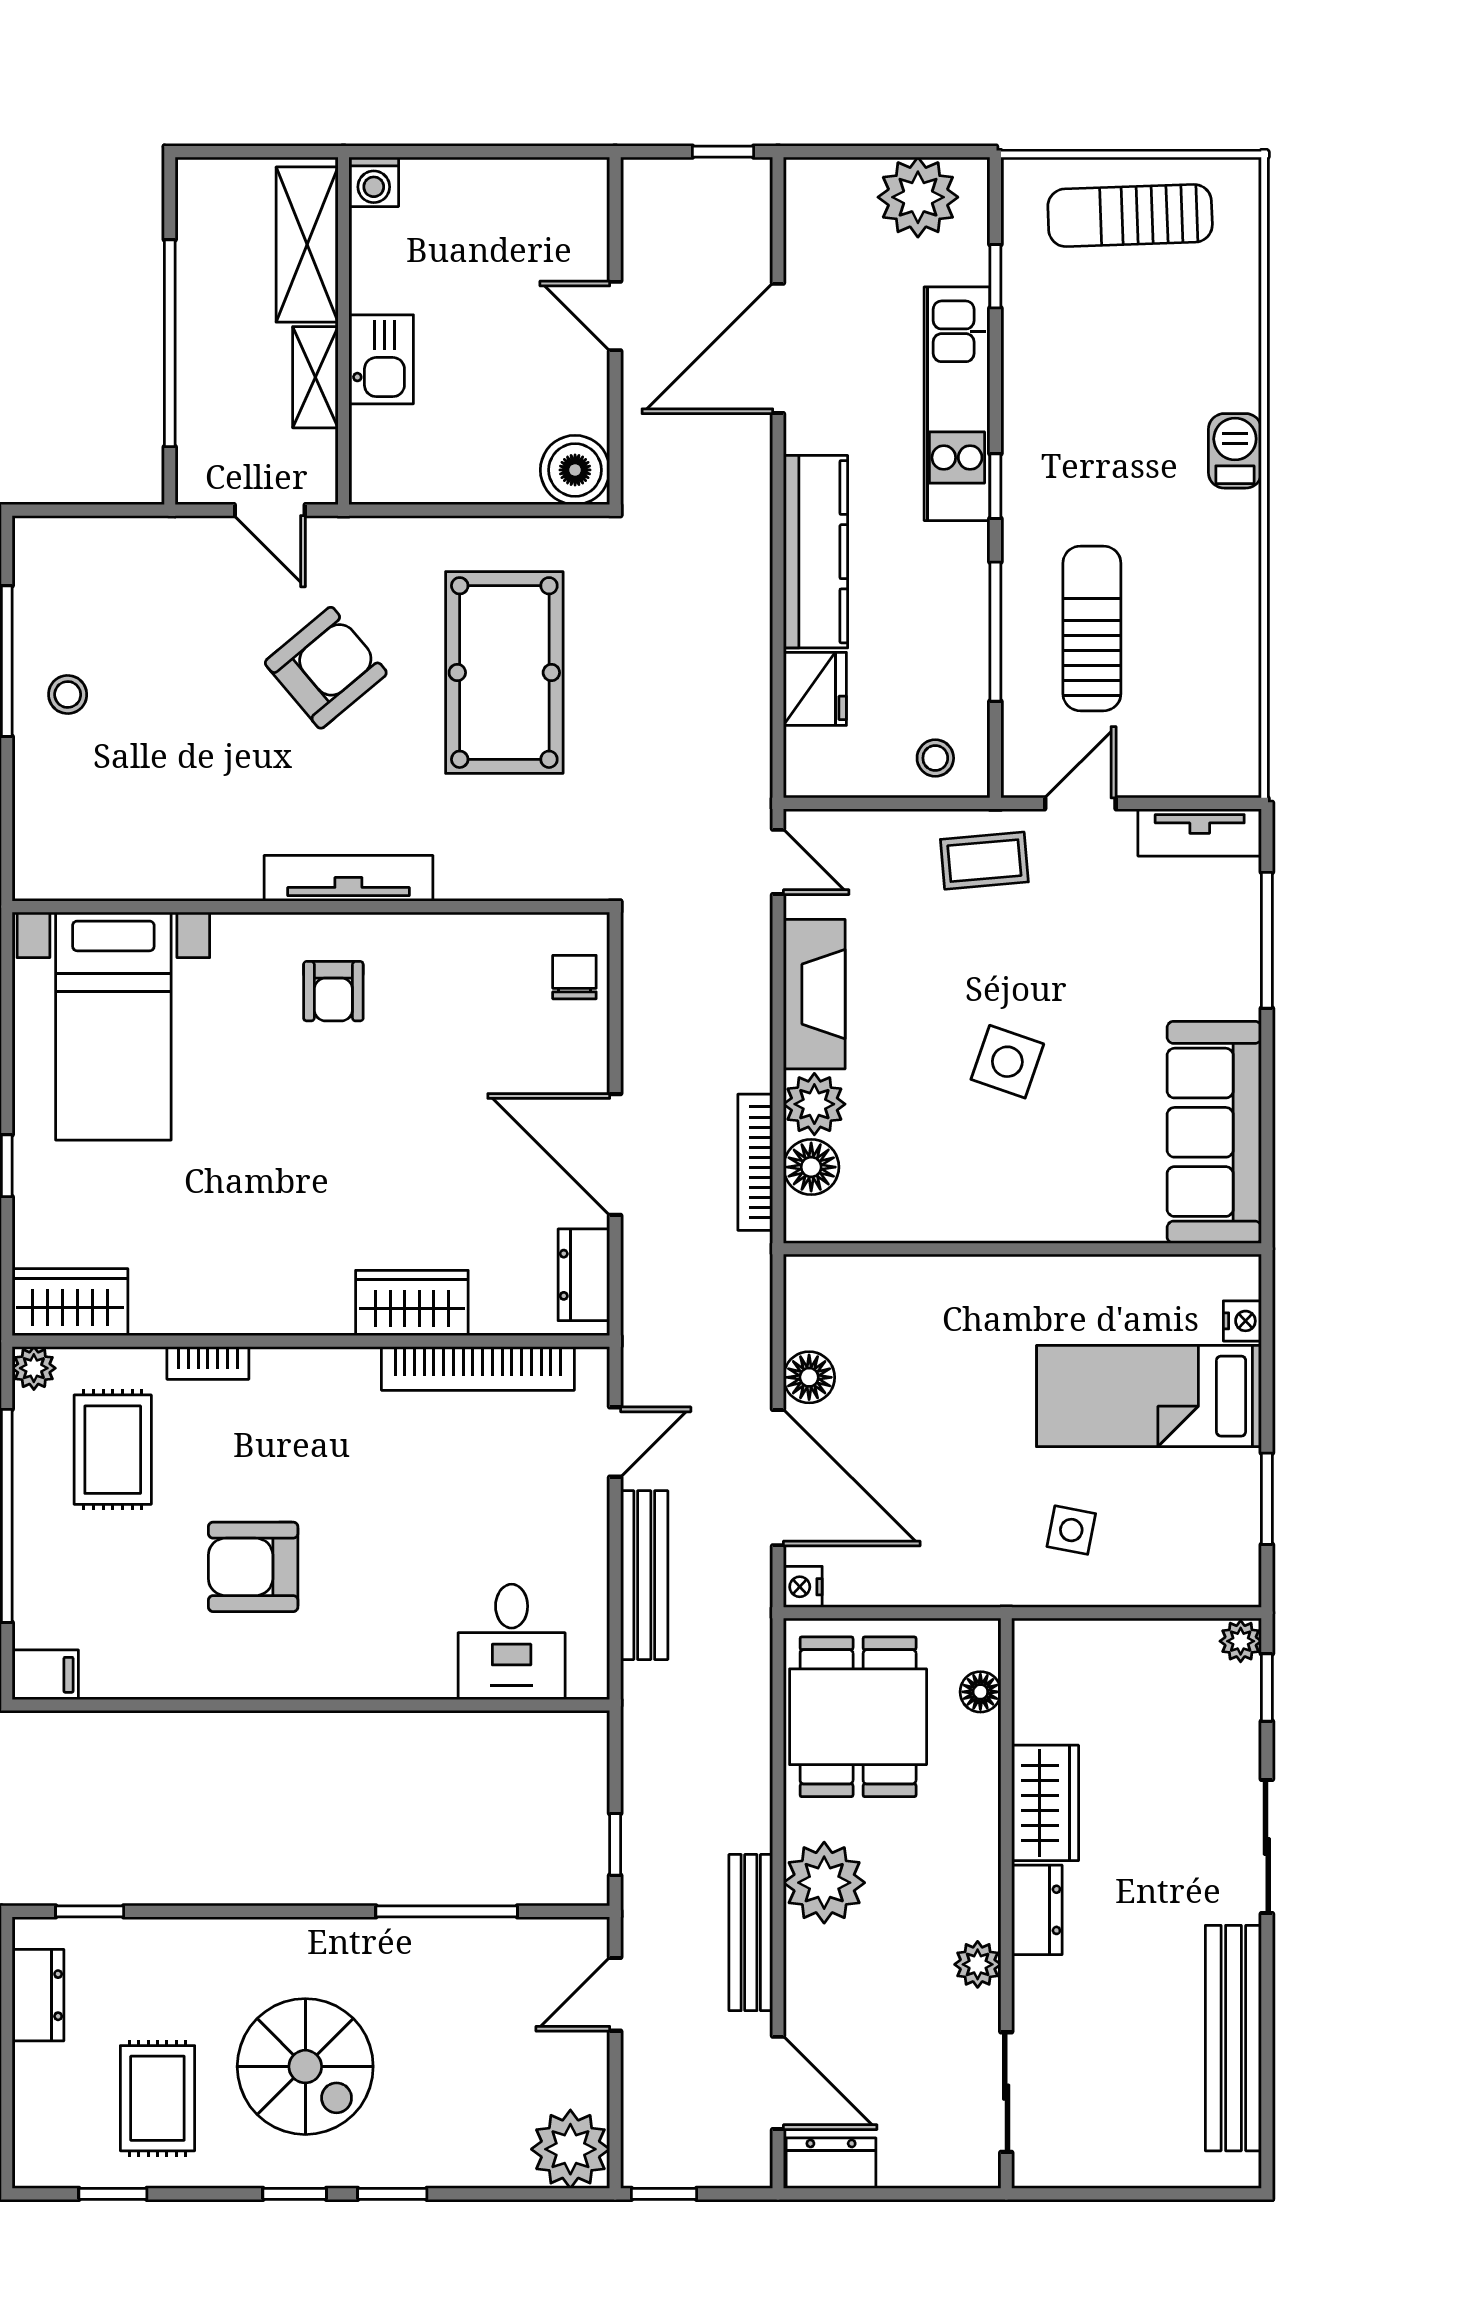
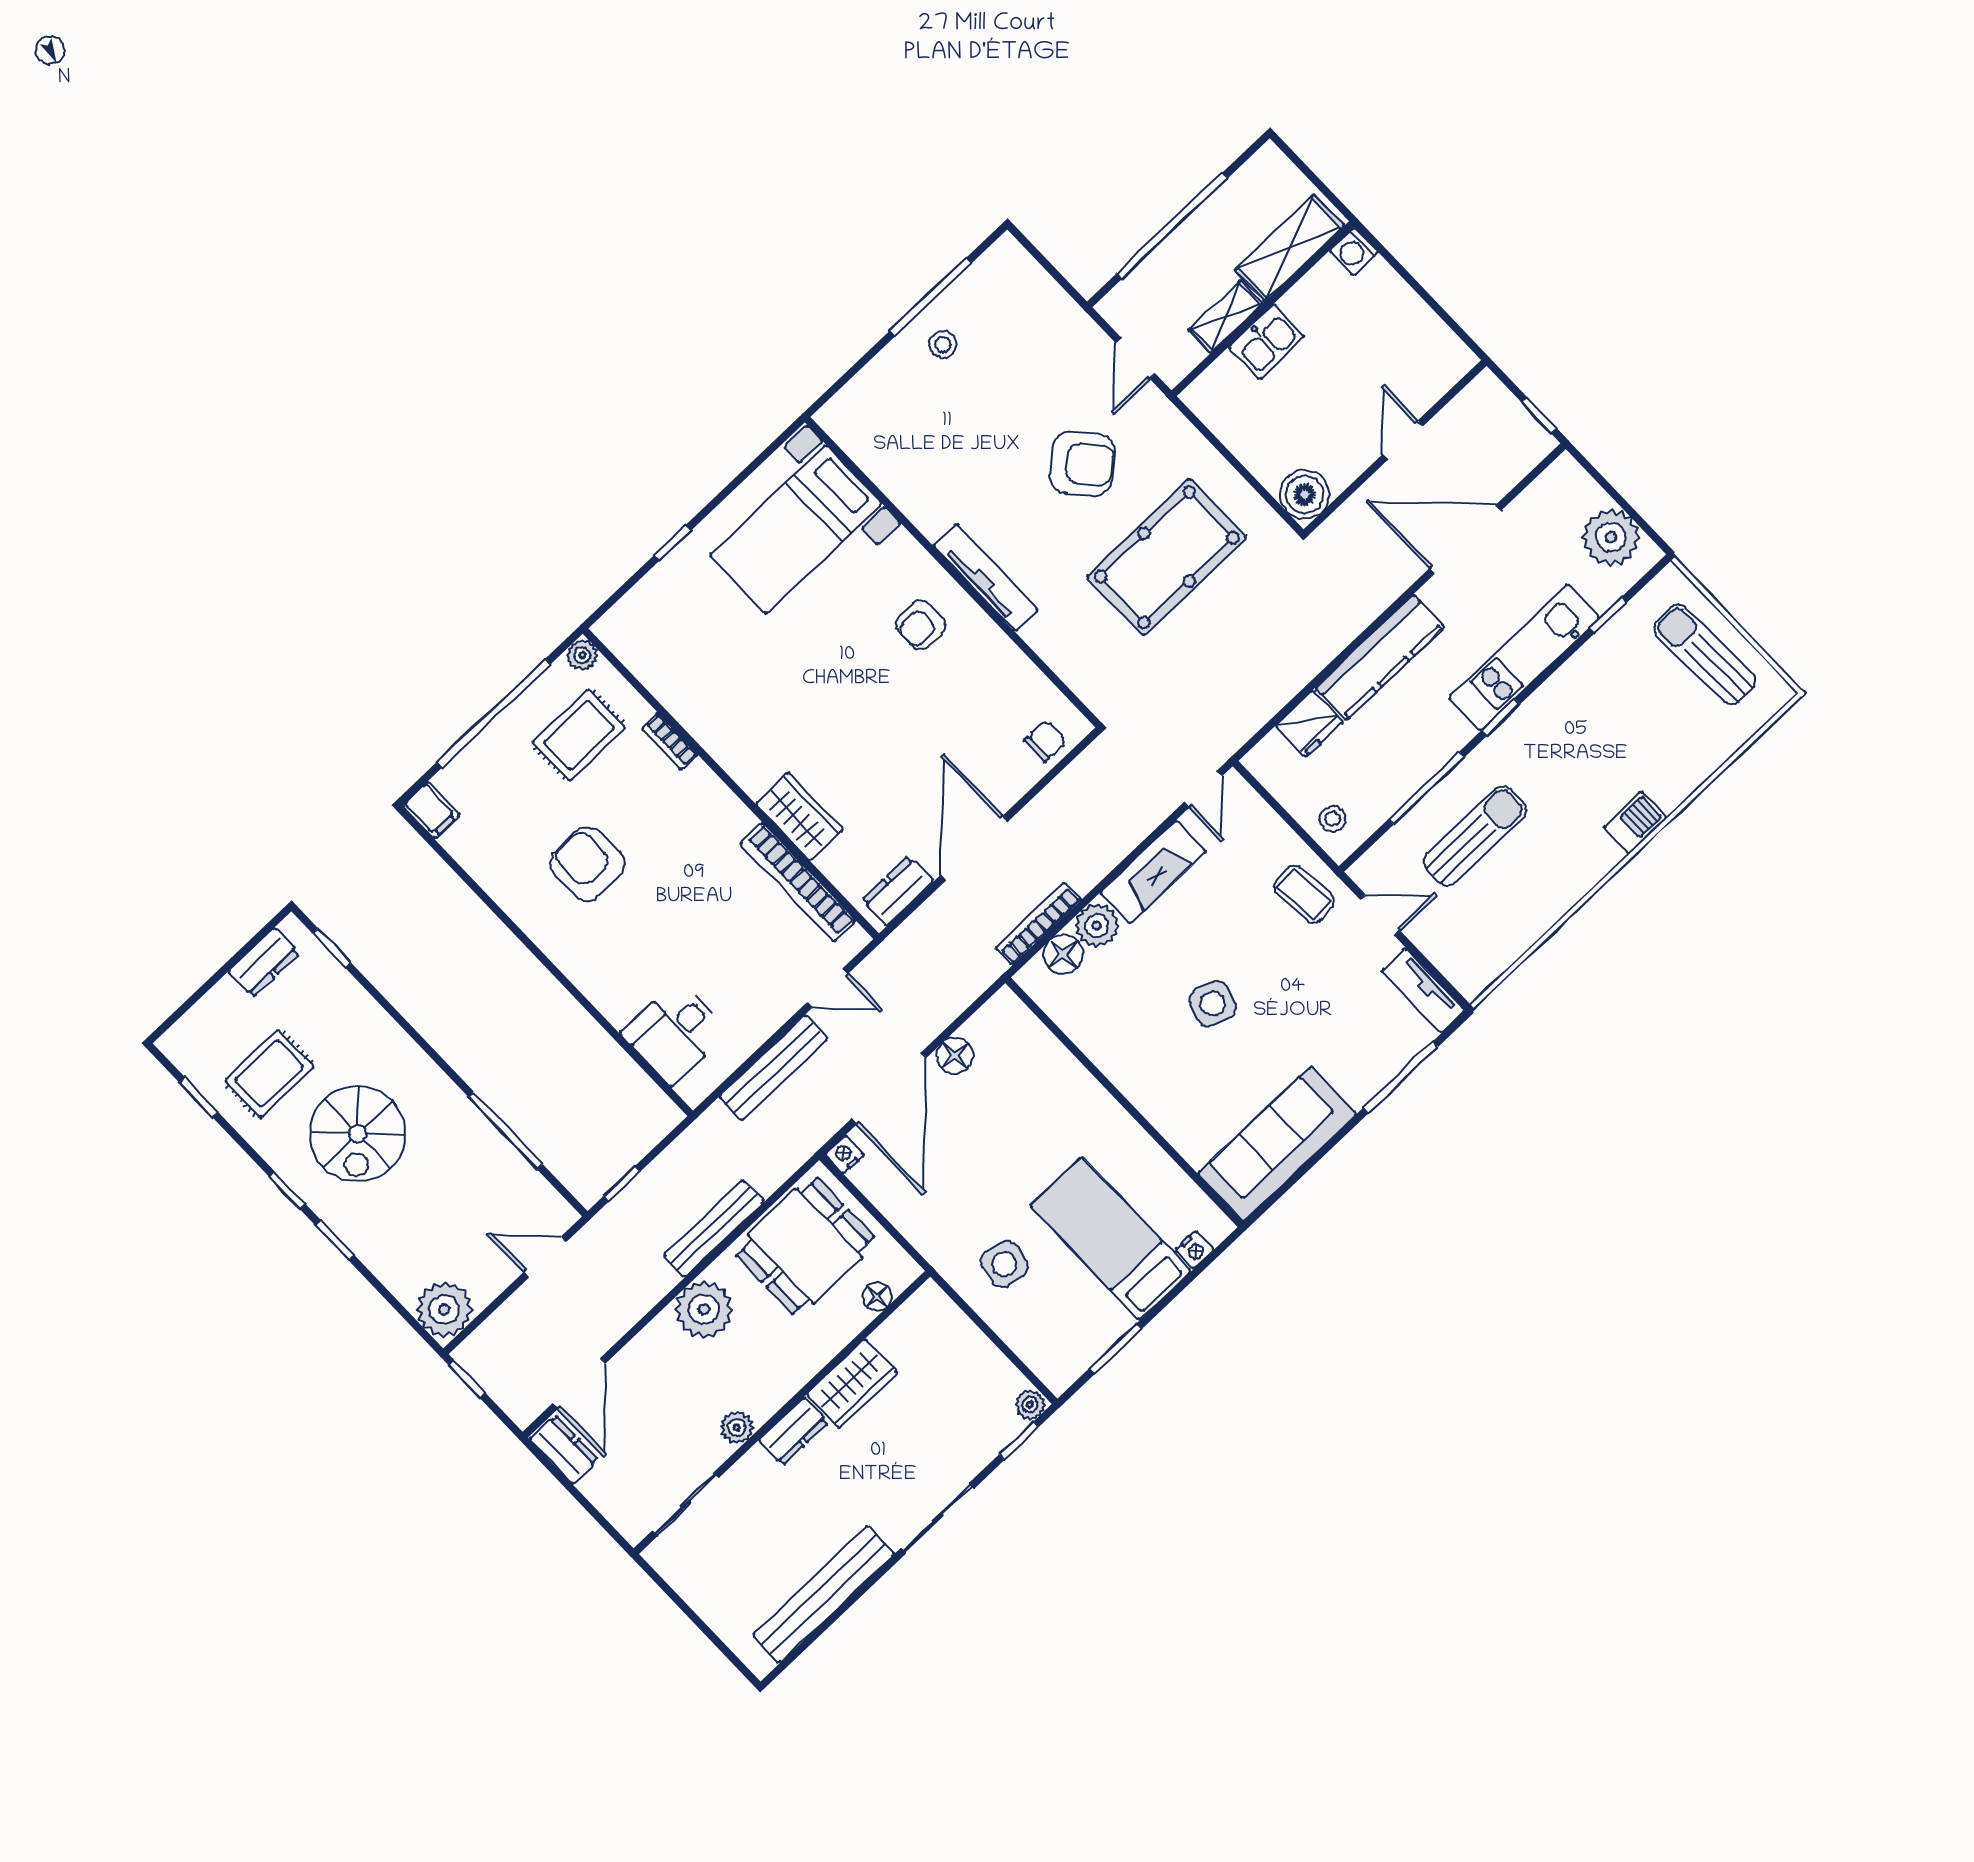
wardrobe: (70, 1302) -> (634, 642), removed
side table: (1071, 1530) -> (1004, 1264), width x1.37, depth x1.37
bench: (751, 1933) -> (714, 1229), moved

